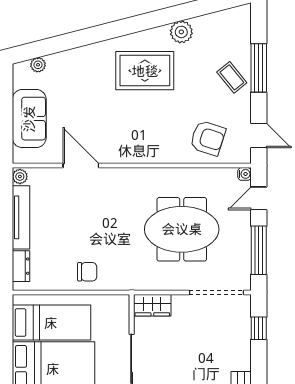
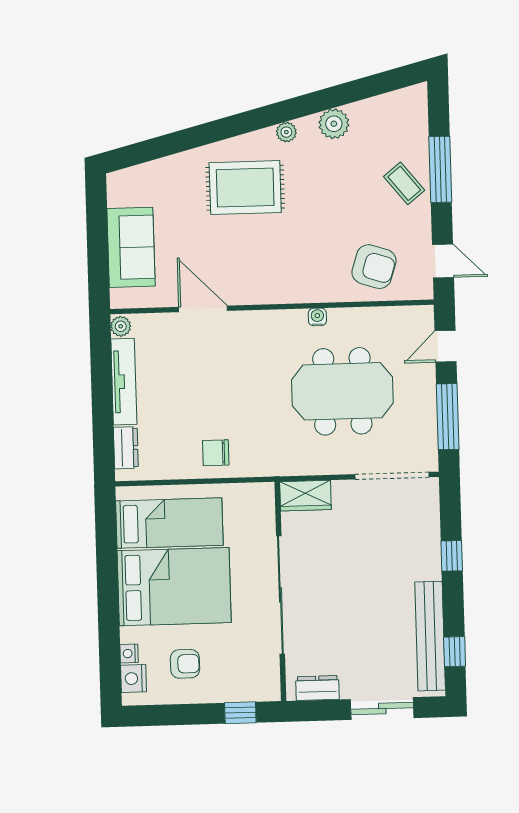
plant: (38, 65) -> (286, 132), moved
rug: (145, 71) -> (245, 188), moved
water cooler: (244, 174) -> (317, 317), moved, turned -90
chair: (87, 272) -> (216, 453), turned 180
window: (259, 328) -> (452, 556), moved

